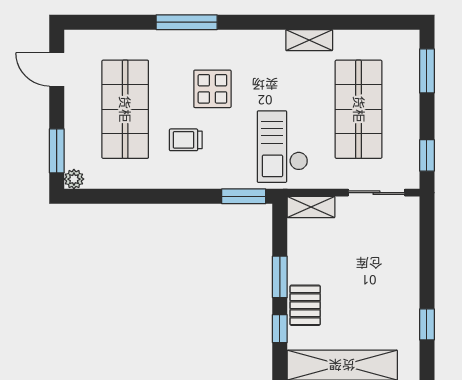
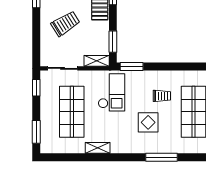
window: (280, 277) -> (113, 42), moved
trolley: (371, 279) -> (65, 24), added

